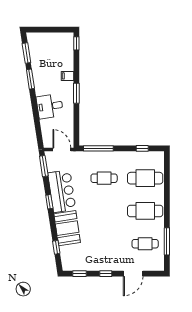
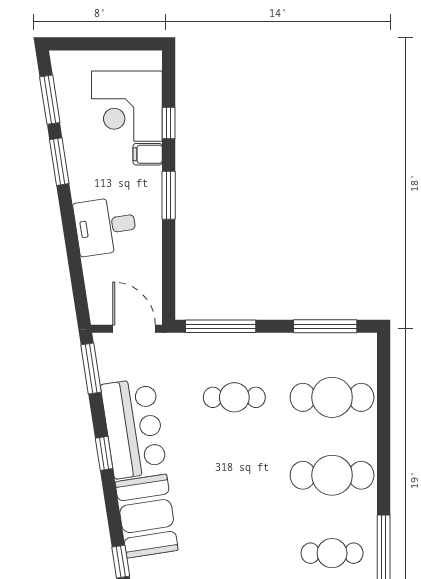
window: (76, 43) -> (169, 123), moved
corner desk: (59, 56) -> (127, 106), added
window: (142, 148) -> (325, 326), width x2.17

